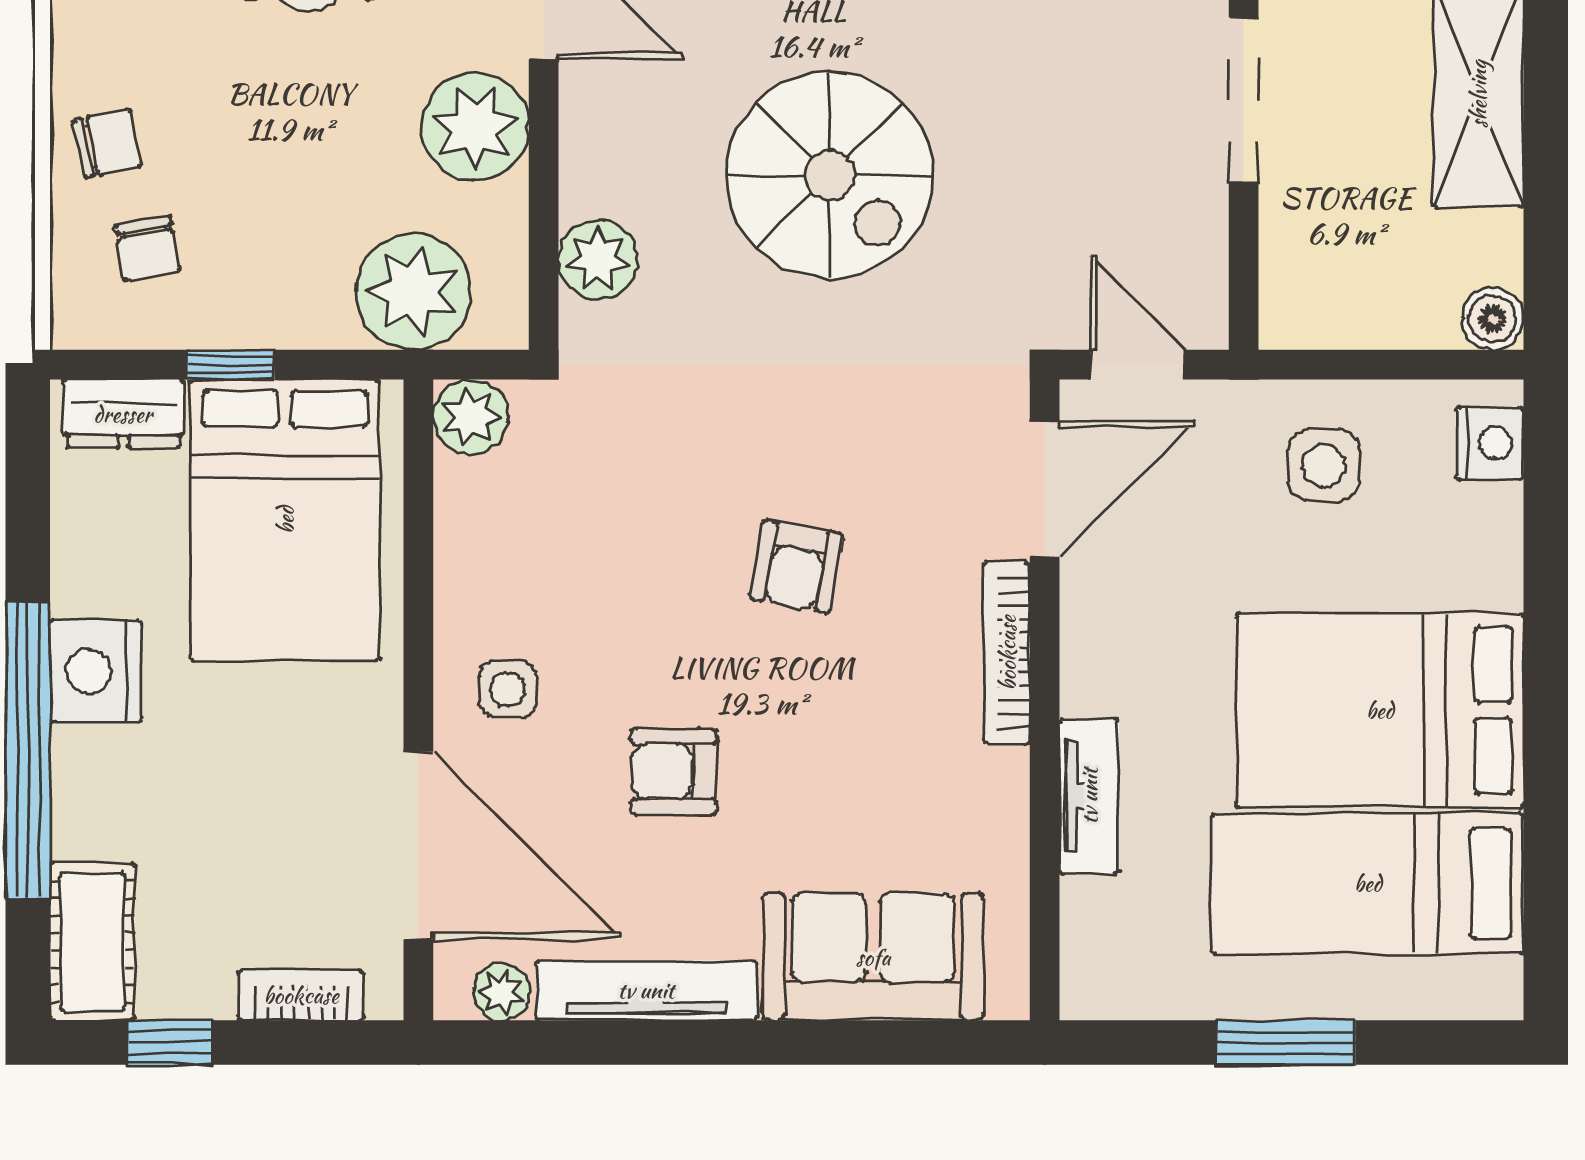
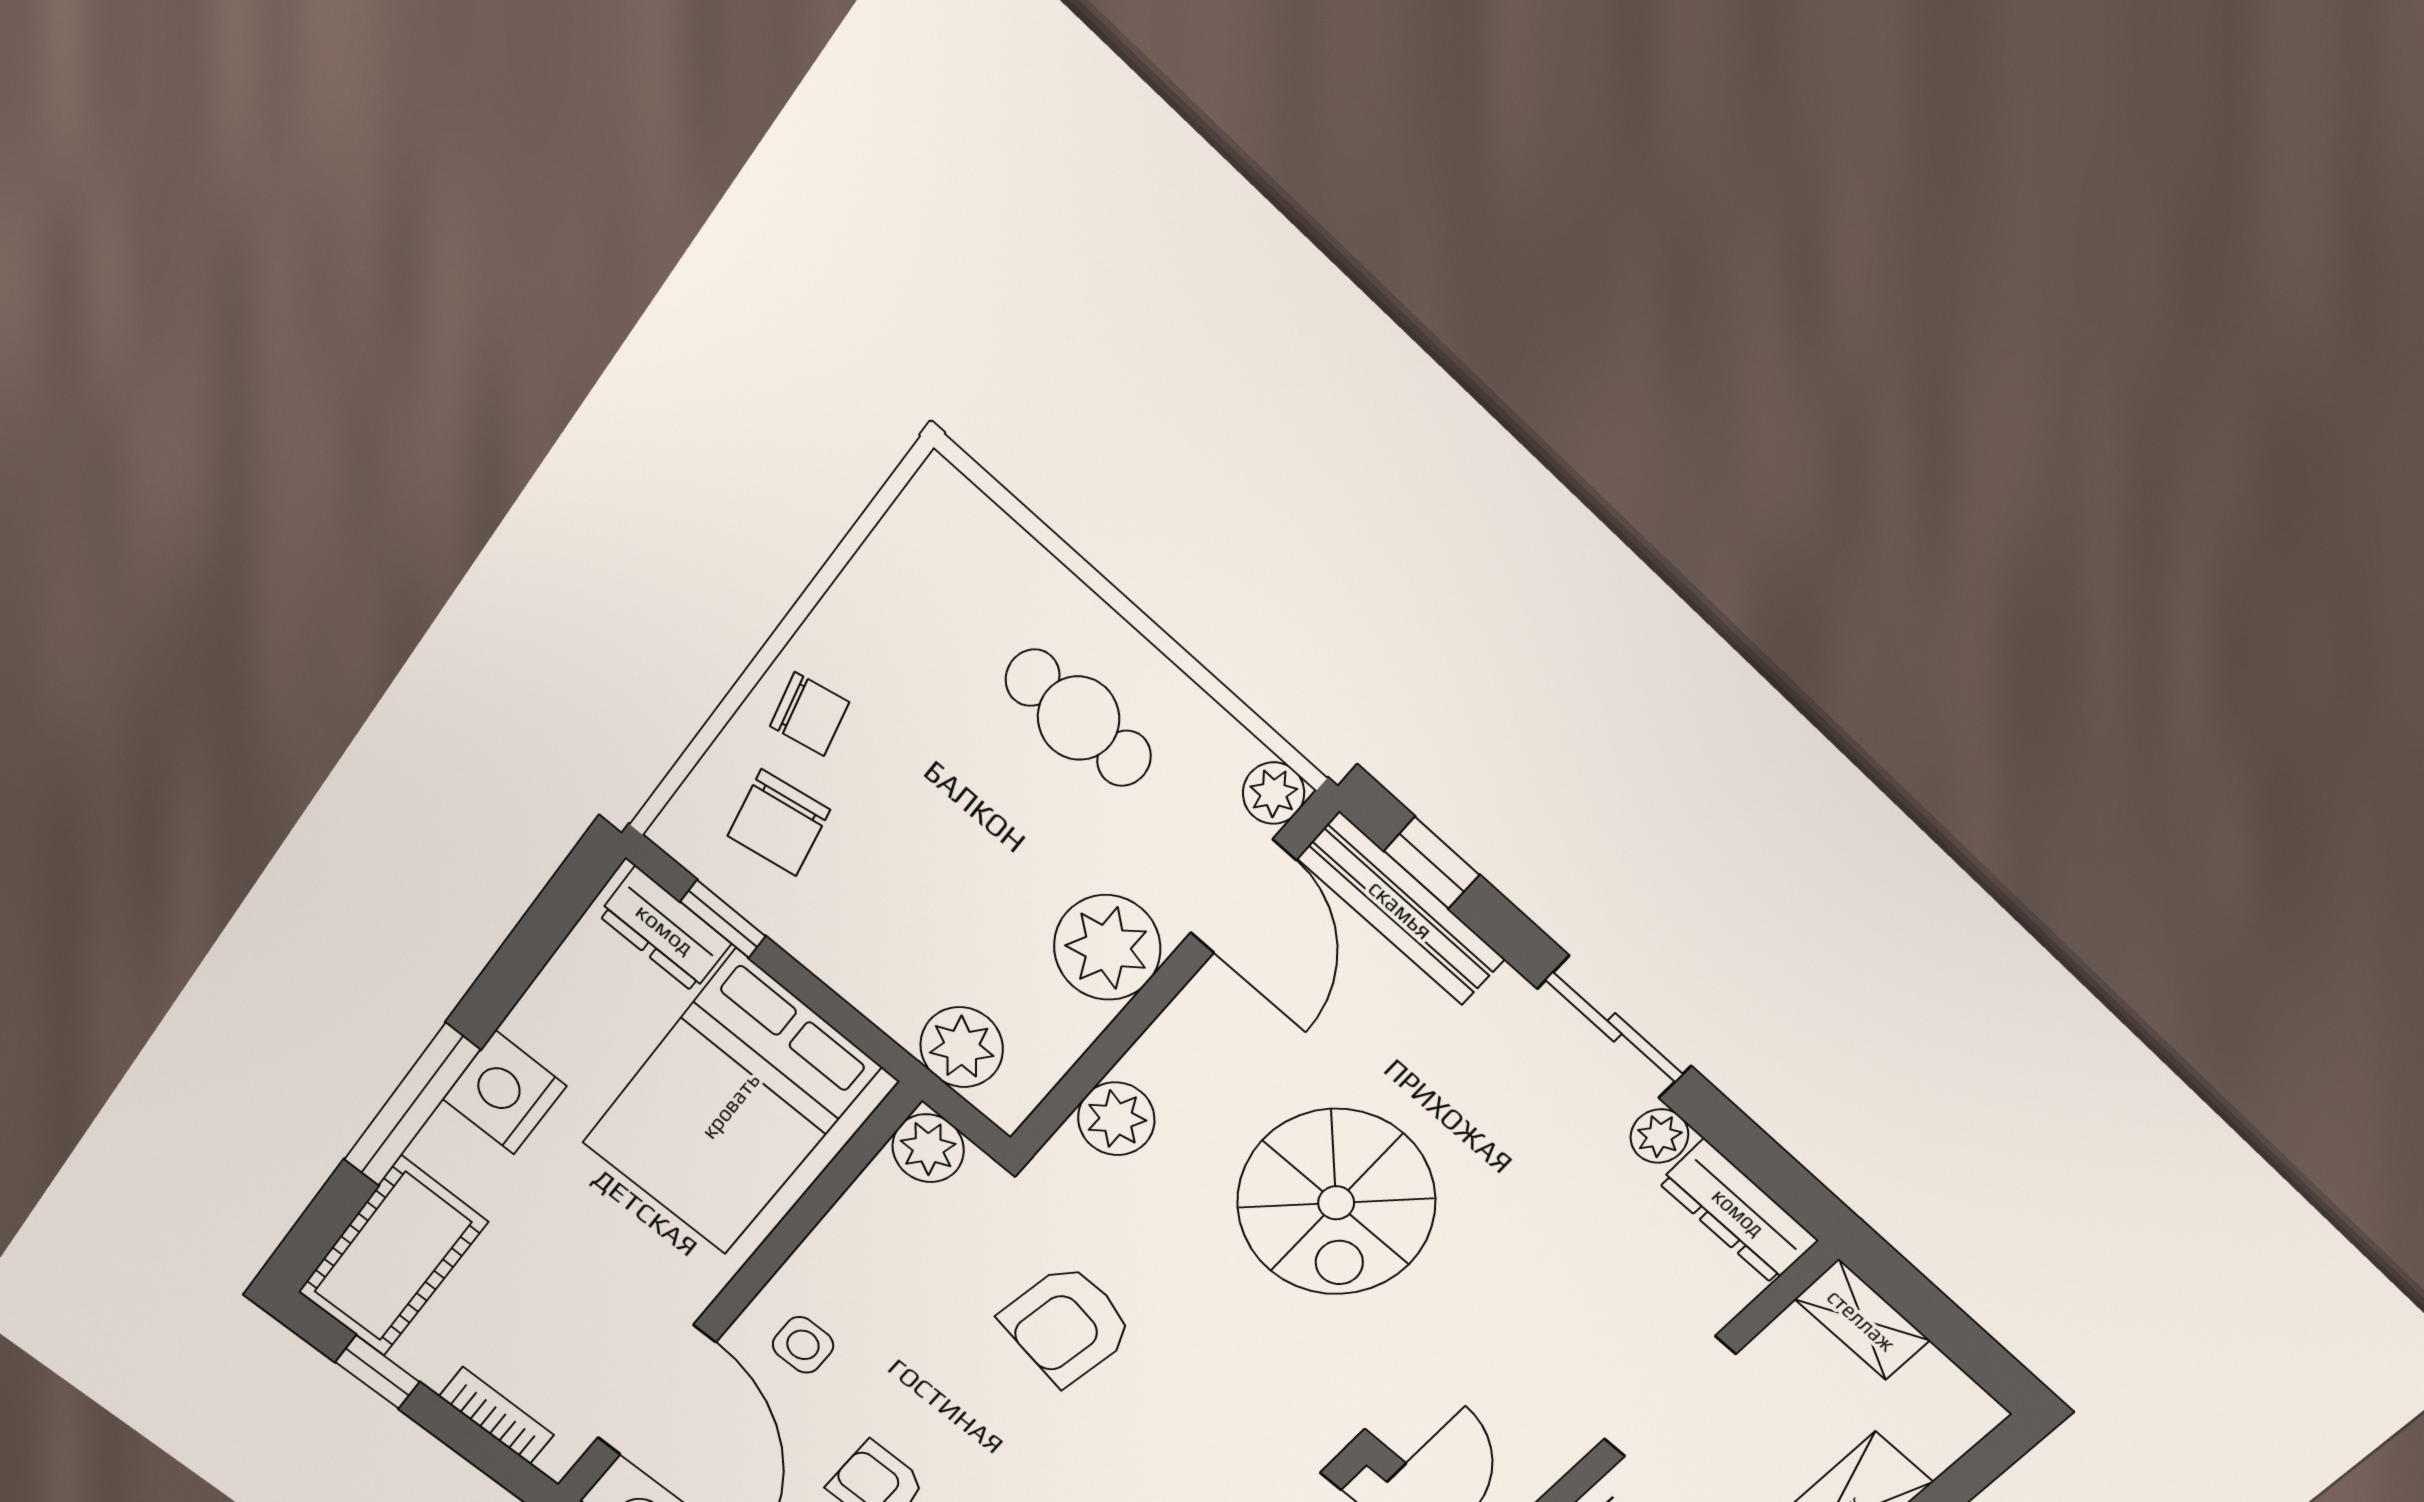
chair: (148, 248) -> (779, 823), width x1.37, depth x1.37
plant: (413, 292) -> (962, 1047), width x0.73, depth x0.73
window: (231, 365) -> (723, 919), moved
armchair: (796, 566) -> (1067, 1325), moved, width x1.38, depth x1.38
window: (28, 750) -> (412, 1105), width x0.68
cot: (93, 942) -> (393, 1257), width x1.37, depth x1.34

